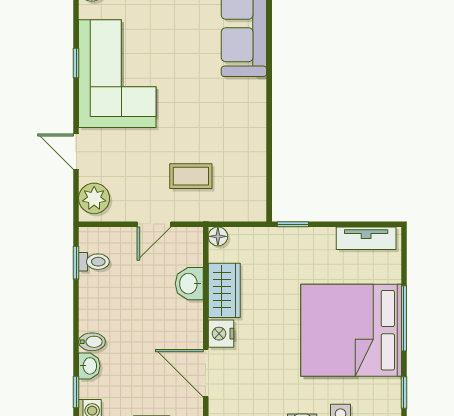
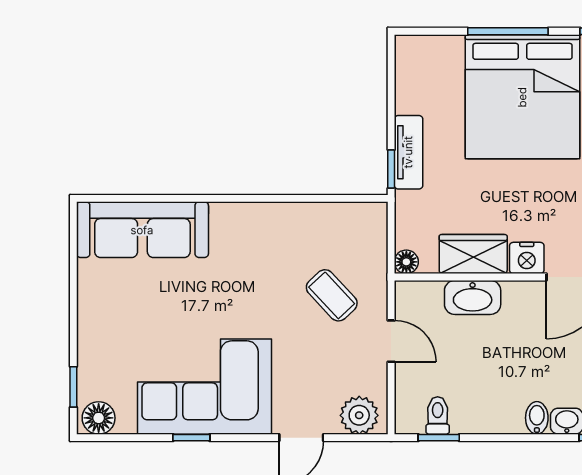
coffee table: (191, 176) -> (332, 295), turned -43
tv unit: (366, 238) -> (408, 152), moved
washbasin: (189, 284) -> (473, 297), width x1.38

